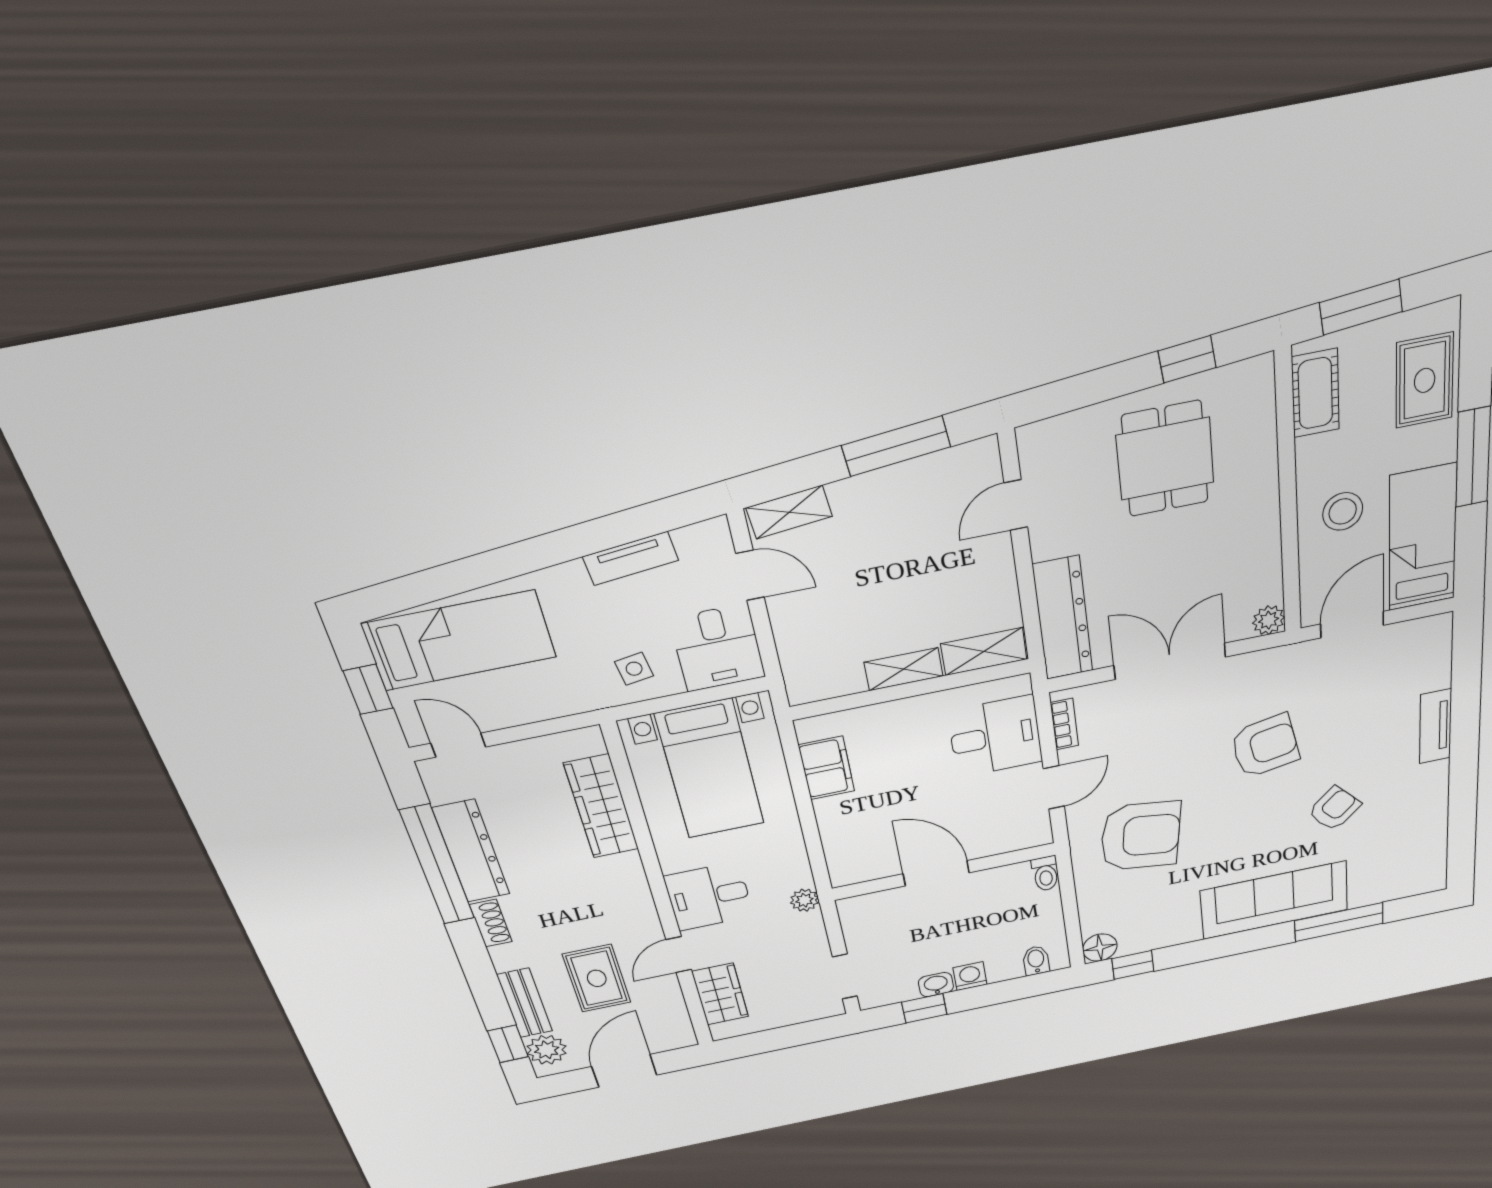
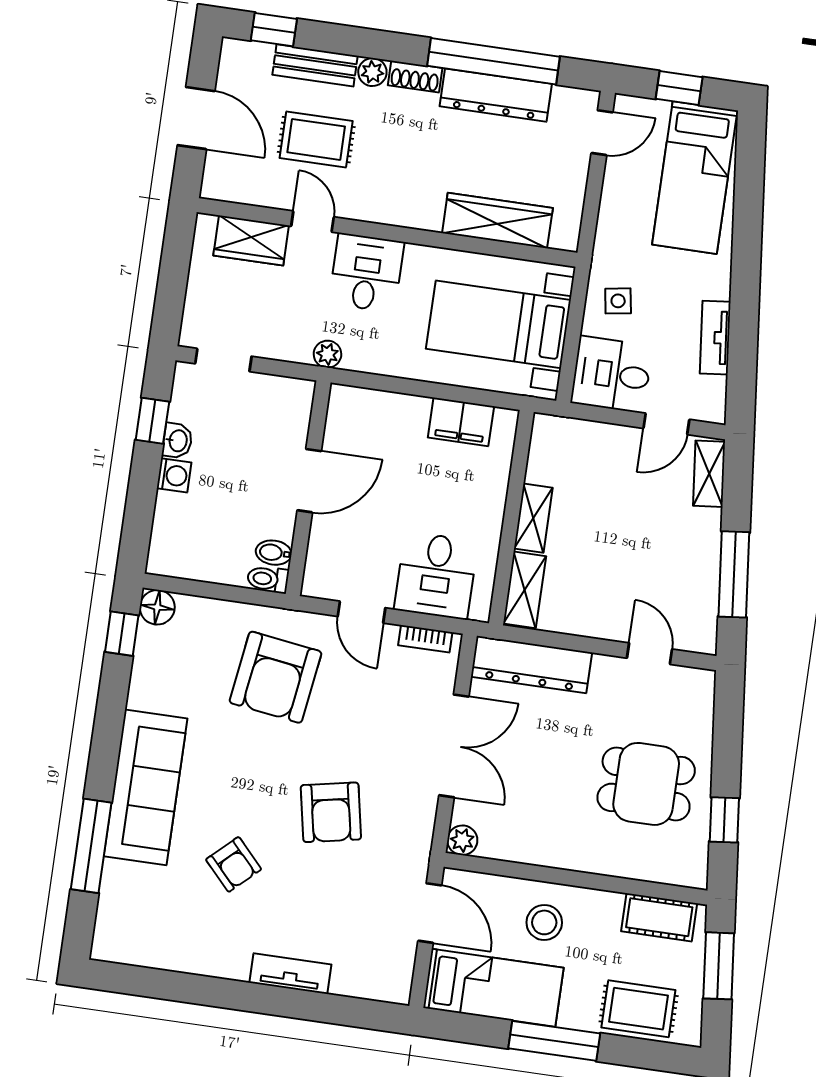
bidet: (1036, 960) -> (274, 553), moved, turned 180
plant: (547, 1050) -> (372, 72), moved, width x0.73, depth x0.73

